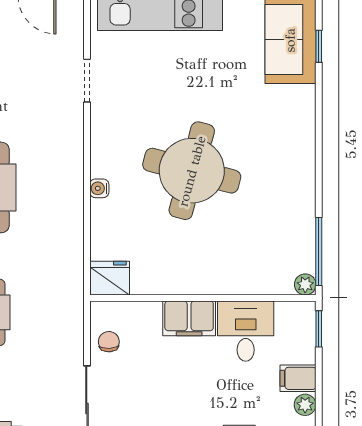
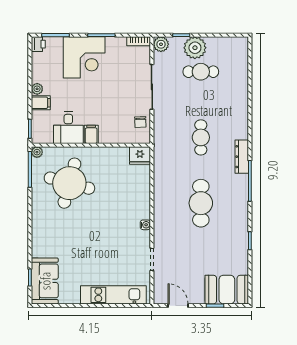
round table: (192, 171) -> (69, 183), moved
water cooler: (99, 188) -> (145, 225), moved
filing cabinet: (189, 318) -> (91, 134), width x0.50

